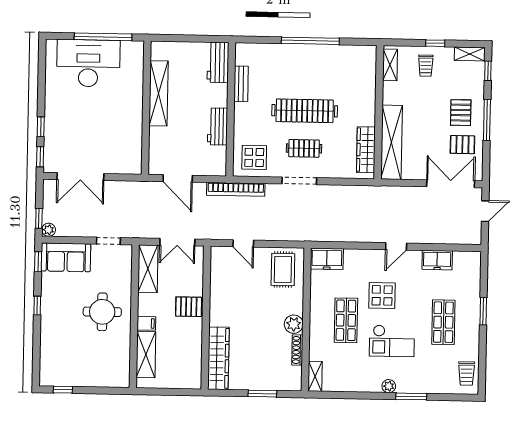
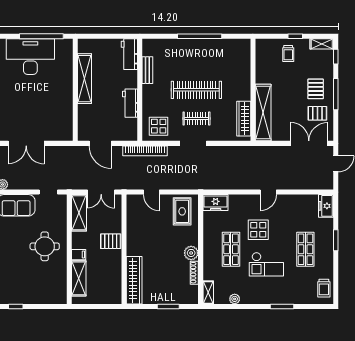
shelving: (390, 65) -> (261, 54), removed
freezer: (437, 260) -> (326, 206), moved, turned 90
plant: (389, 386) -> (235, 299), moved

